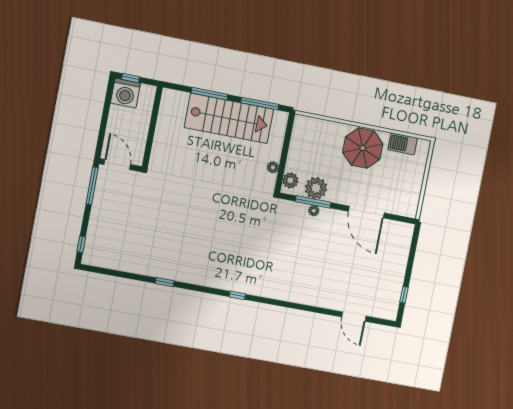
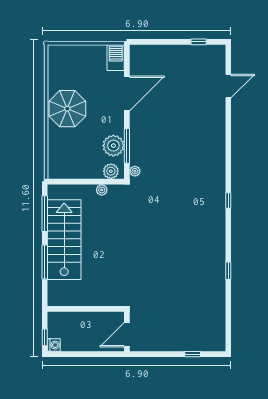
washing machine: (125, 93) -> (54, 345), width x0.53, depth x0.53
barbecue: (403, 144) -> (116, 58), moved, turned 180
window: (92, 186) -> (151, 354), removed
plant: (314, 211) -> (135, 171), moved
window: (81, 244) -> (193, 354), moved

